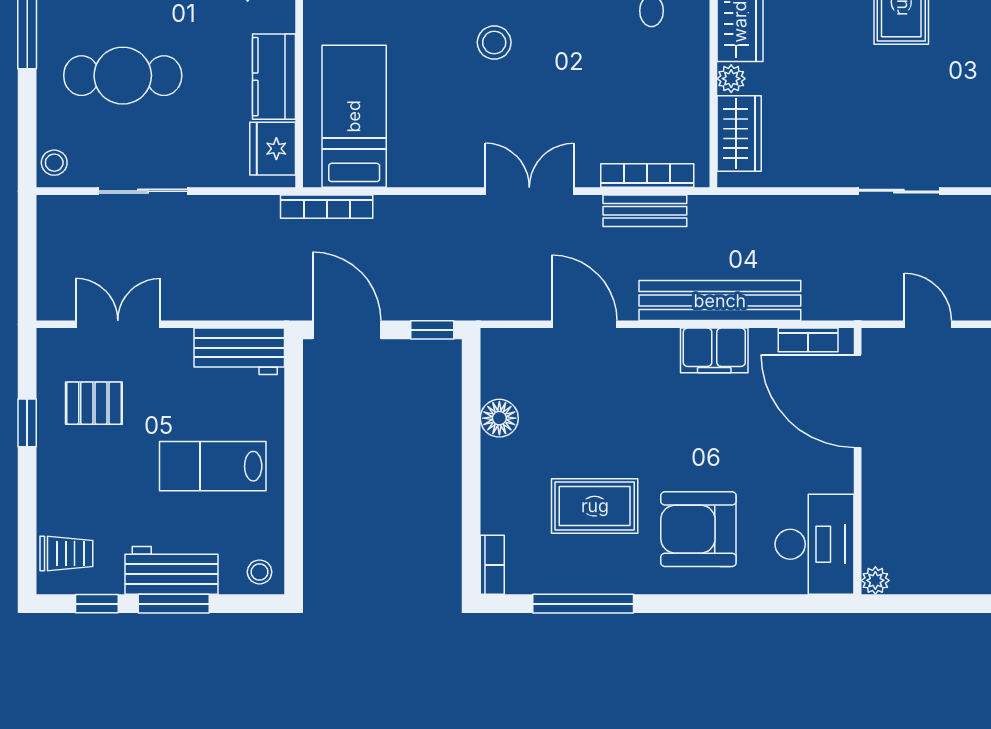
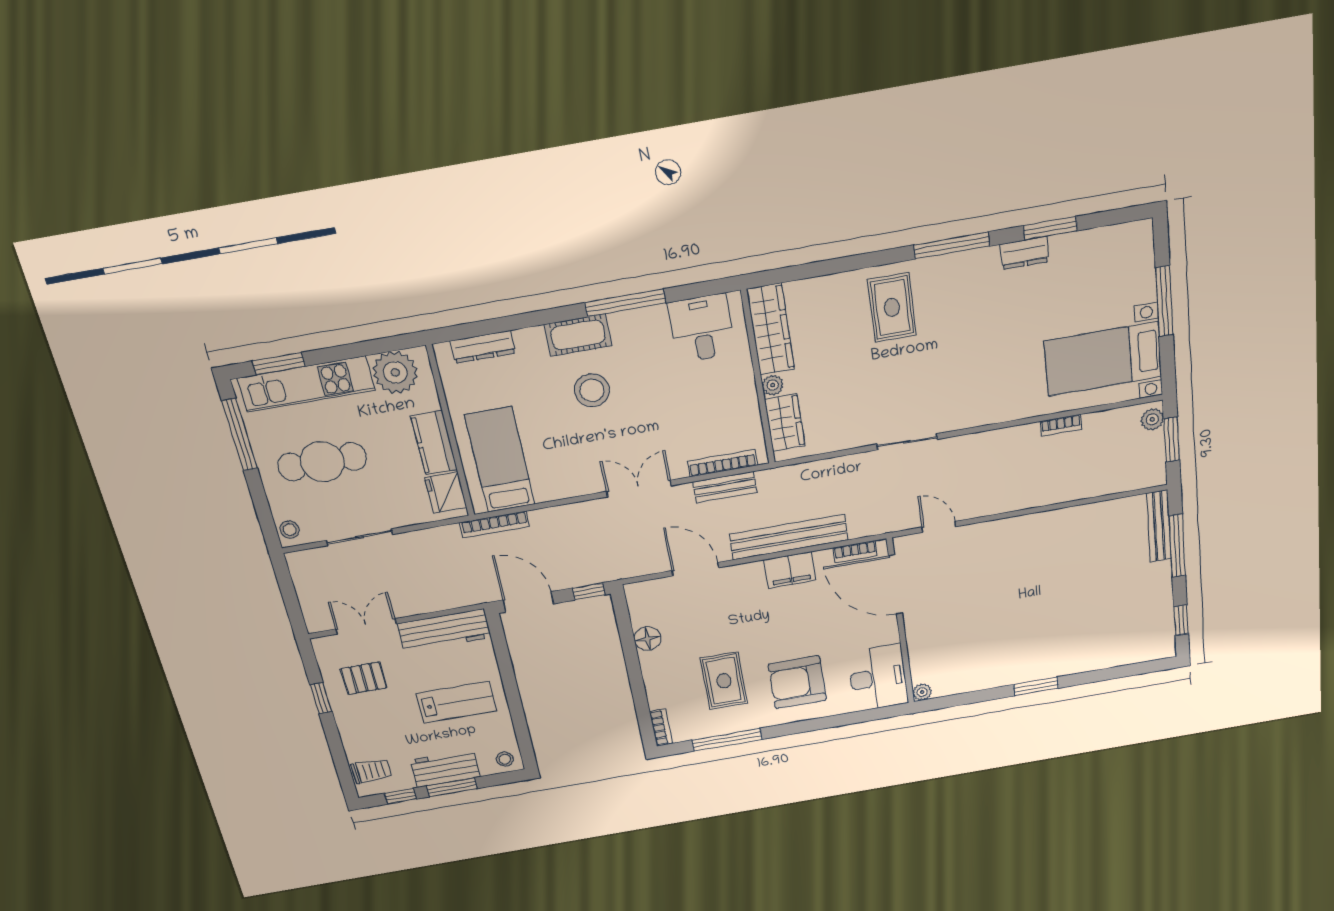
stool: (494, 42) -> (592, 390), width x1.38, depth x1.38
workbench: (239, 351) -> (444, 631), width x1.38
lab bench: (213, 466) -> (457, 702), turned 180
rug: (595, 506) -> (724, 681), turned 90

